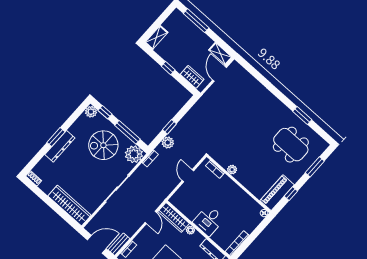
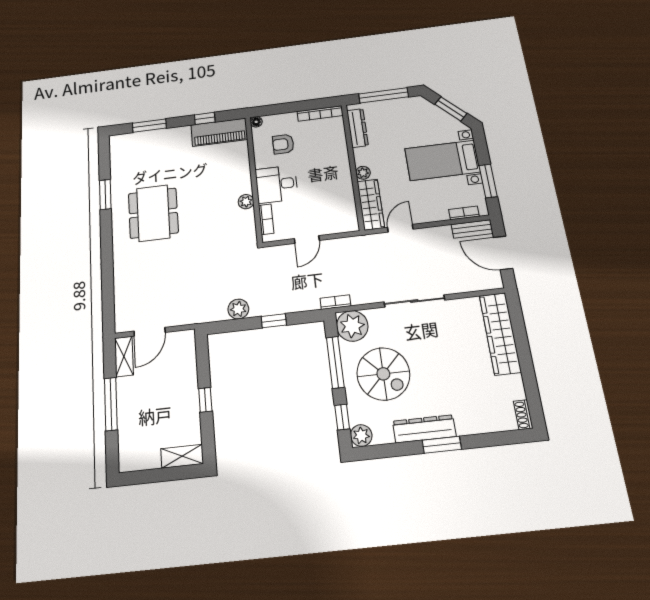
window: (196, 21) -> (111, 404), moved
wardrobe: (192, 77) -> (186, 359), removed
plant: (168, 143) -> (238, 309), moved
dining table: (291, 145) -> (153, 213), moved
dresser: (60, 146) -> (424, 429), moved
armchair: (241, 213) -> (283, 144), added
desk: (209, 220) -> (277, 184), moved, turned 180

